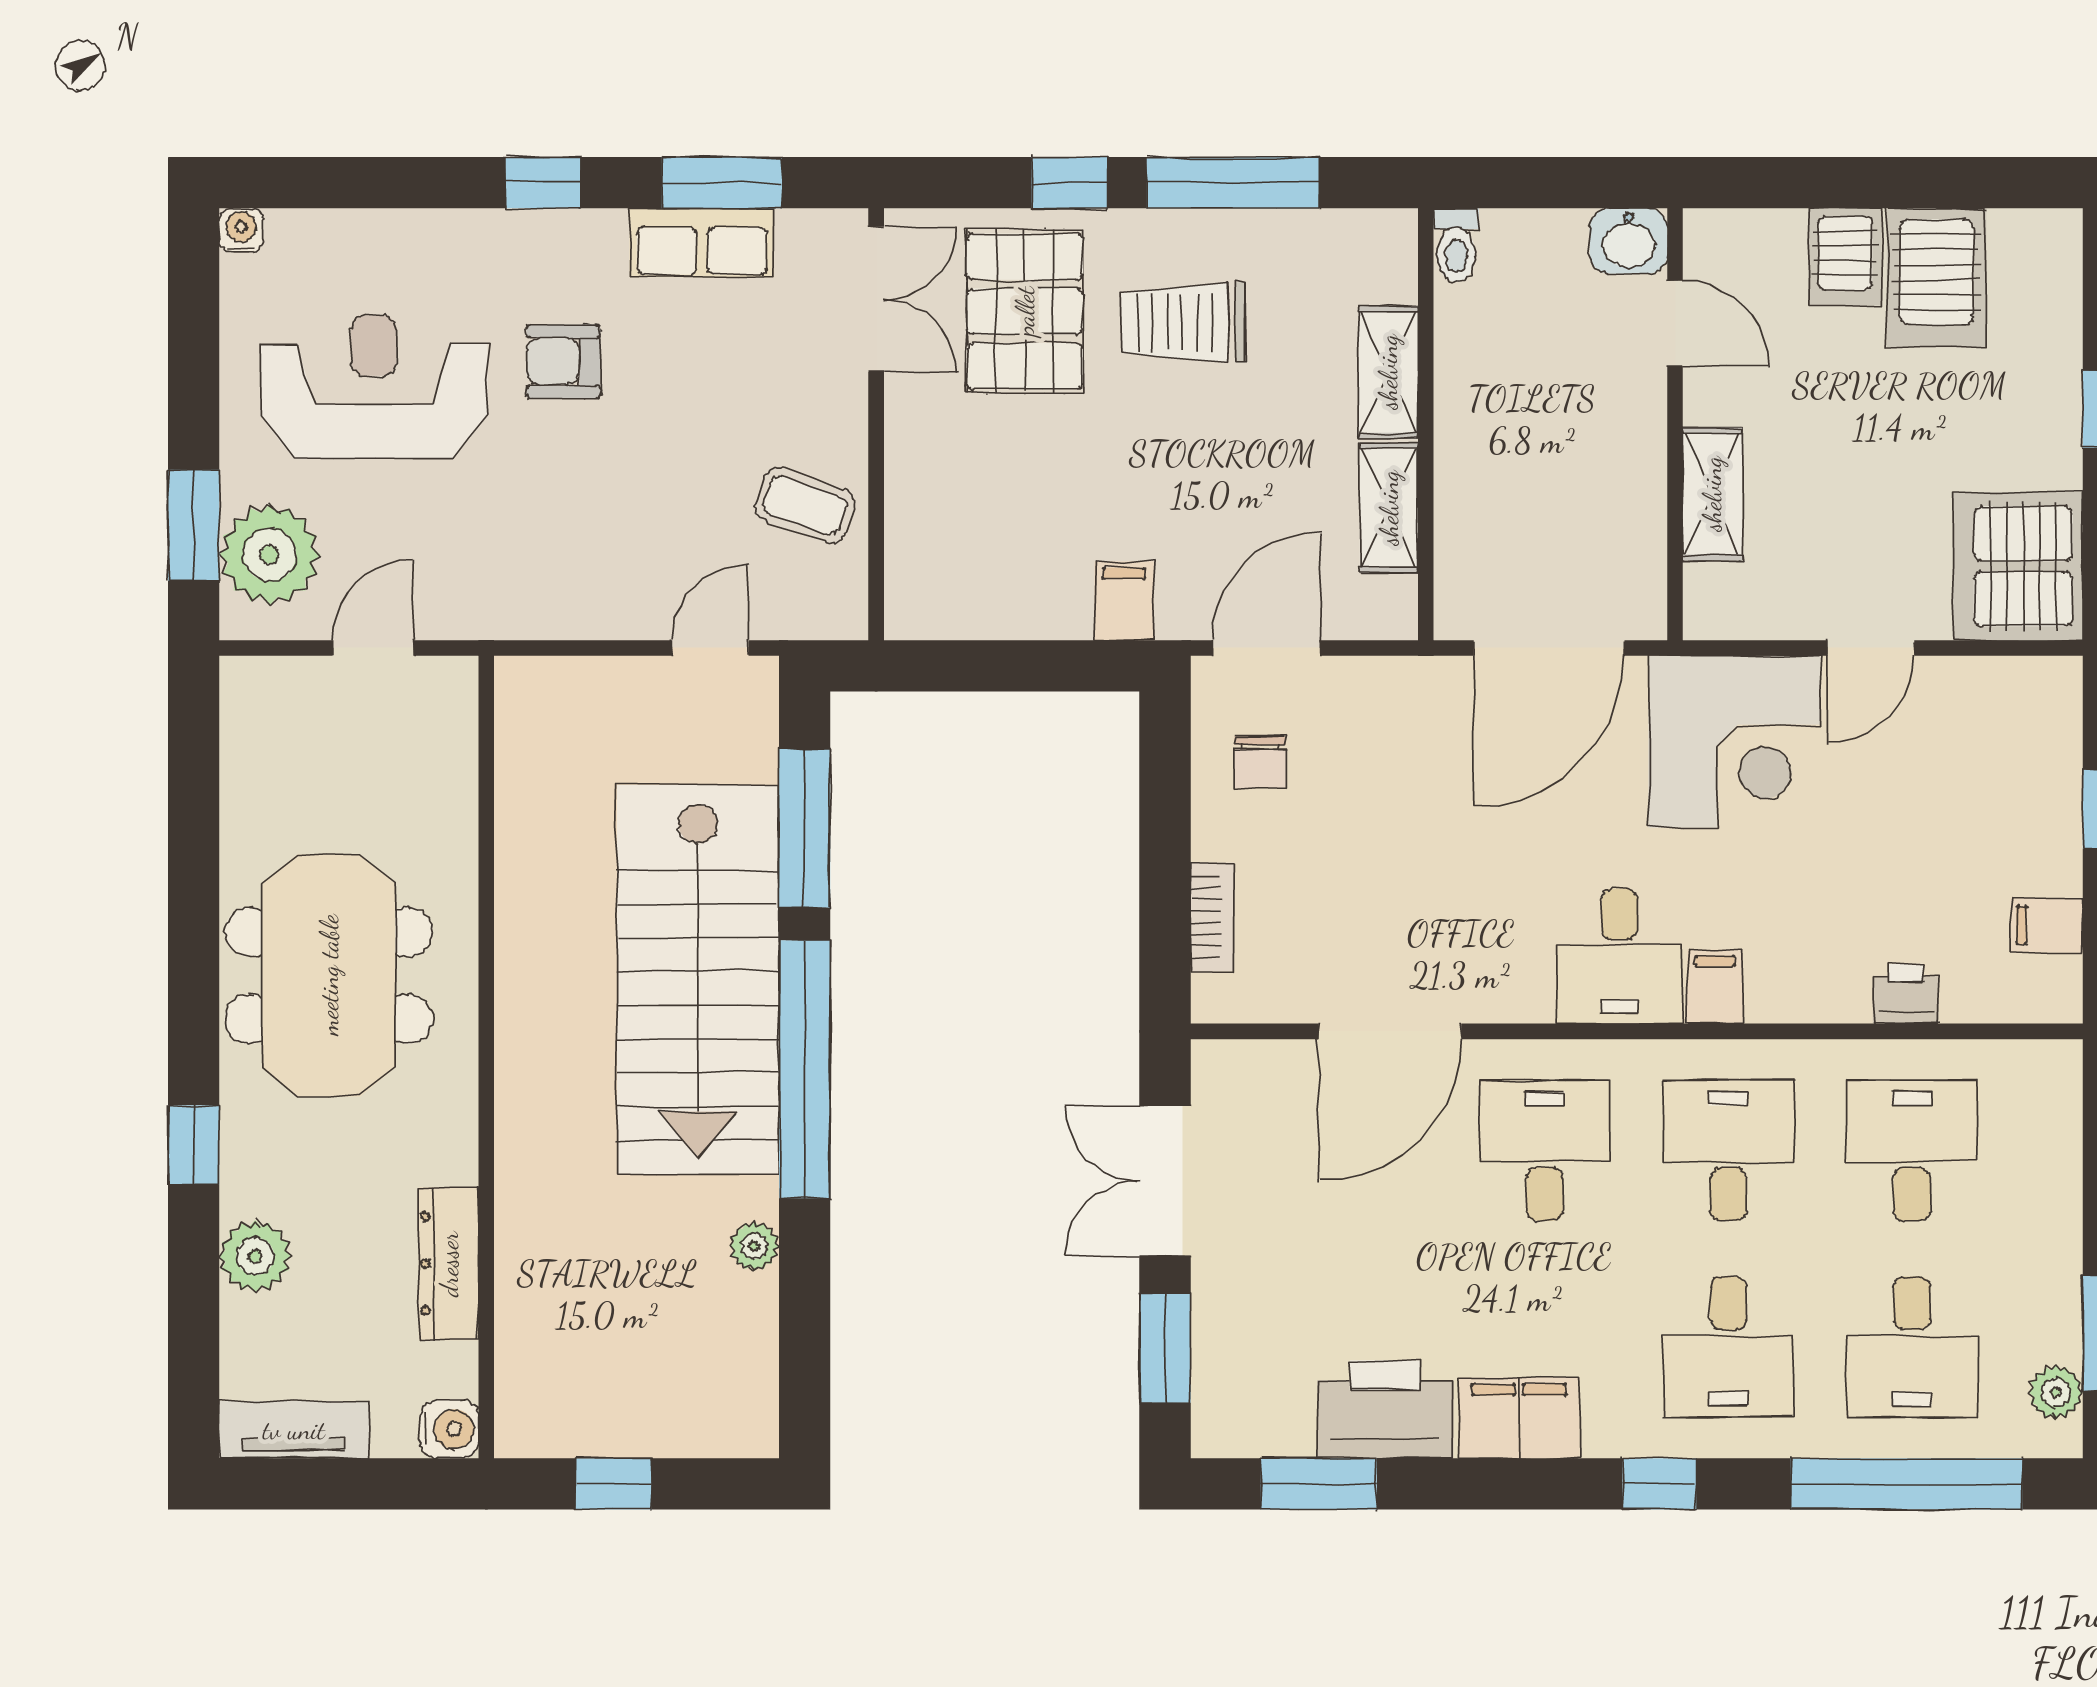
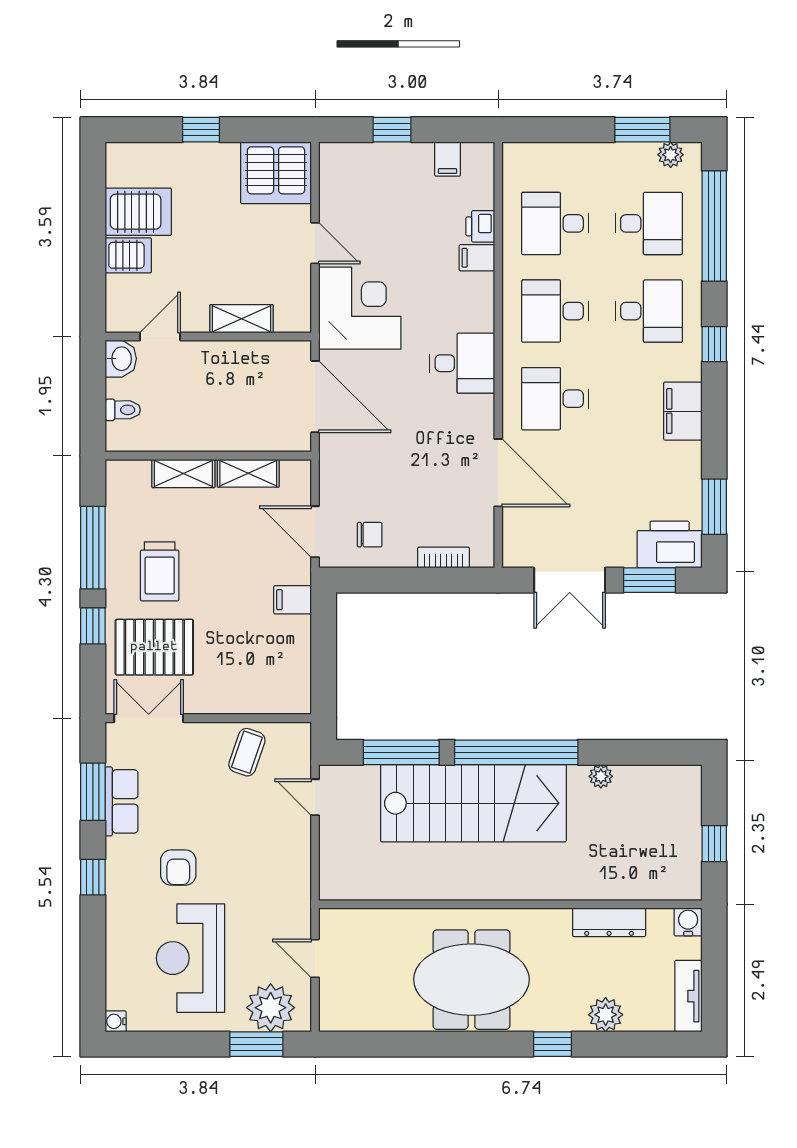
toilet: (1456, 245) -> (123, 410), moved
filing cabinet: (1715, 987) -> (477, 258), moved
printer: (1385, 1409) -> (670, 545), moved, turned 90

